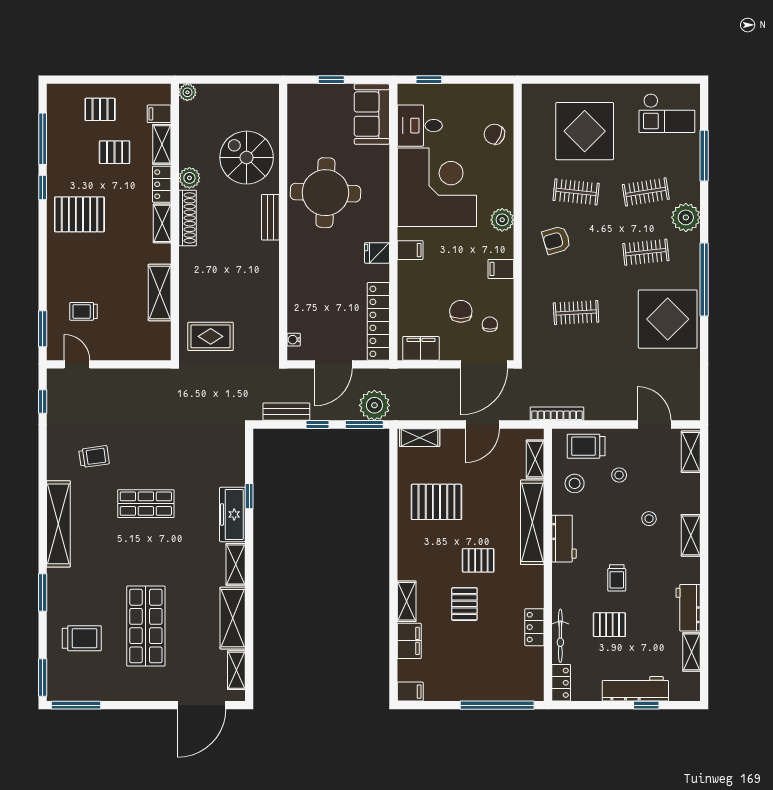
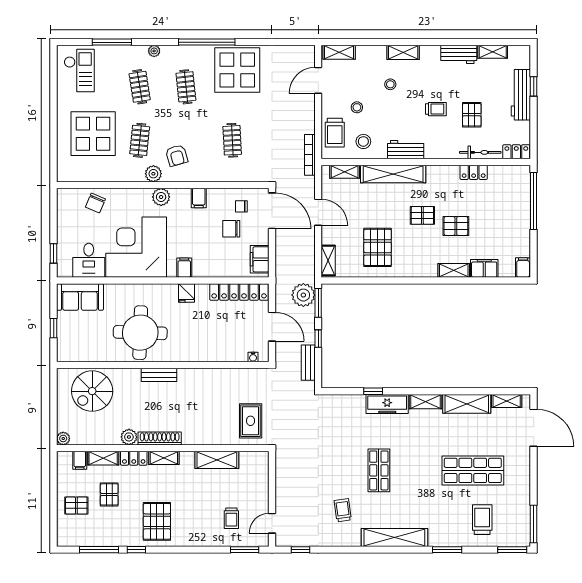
pallet: (100, 109) -> (76, 506), turned 90
spiral stairs: (247, 158) -> (92, 391), moved
plant: (533, 210) -> (153, 174), added
plant: (686, 217) -> (154, 51), width x0.53, depth x0.53
pallet: (478, 560) -> (422, 215), turned 90

